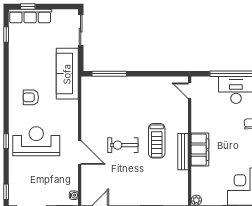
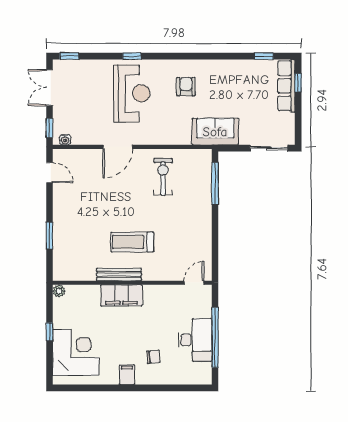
sofa: (67, 74) -> (215, 132), width x0.73
exercise bike: (123, 145) -> (163, 177), moved

